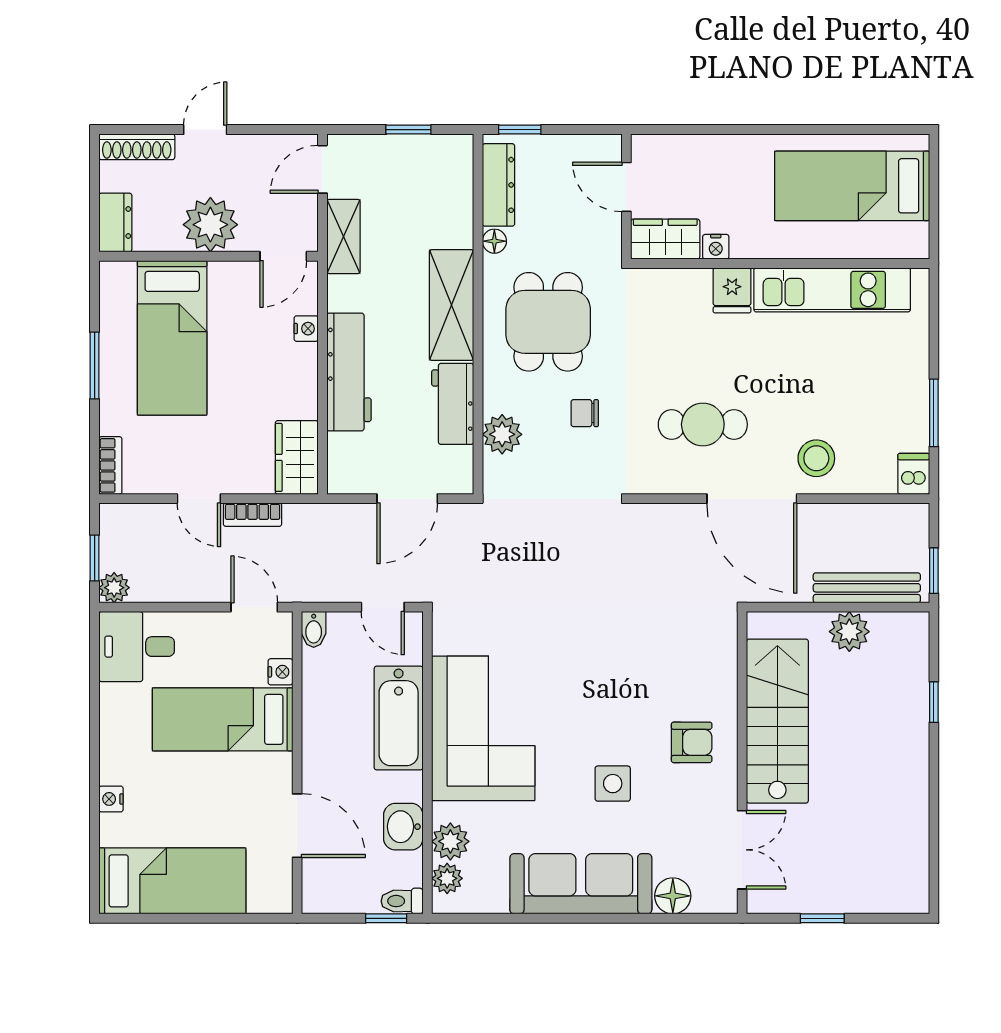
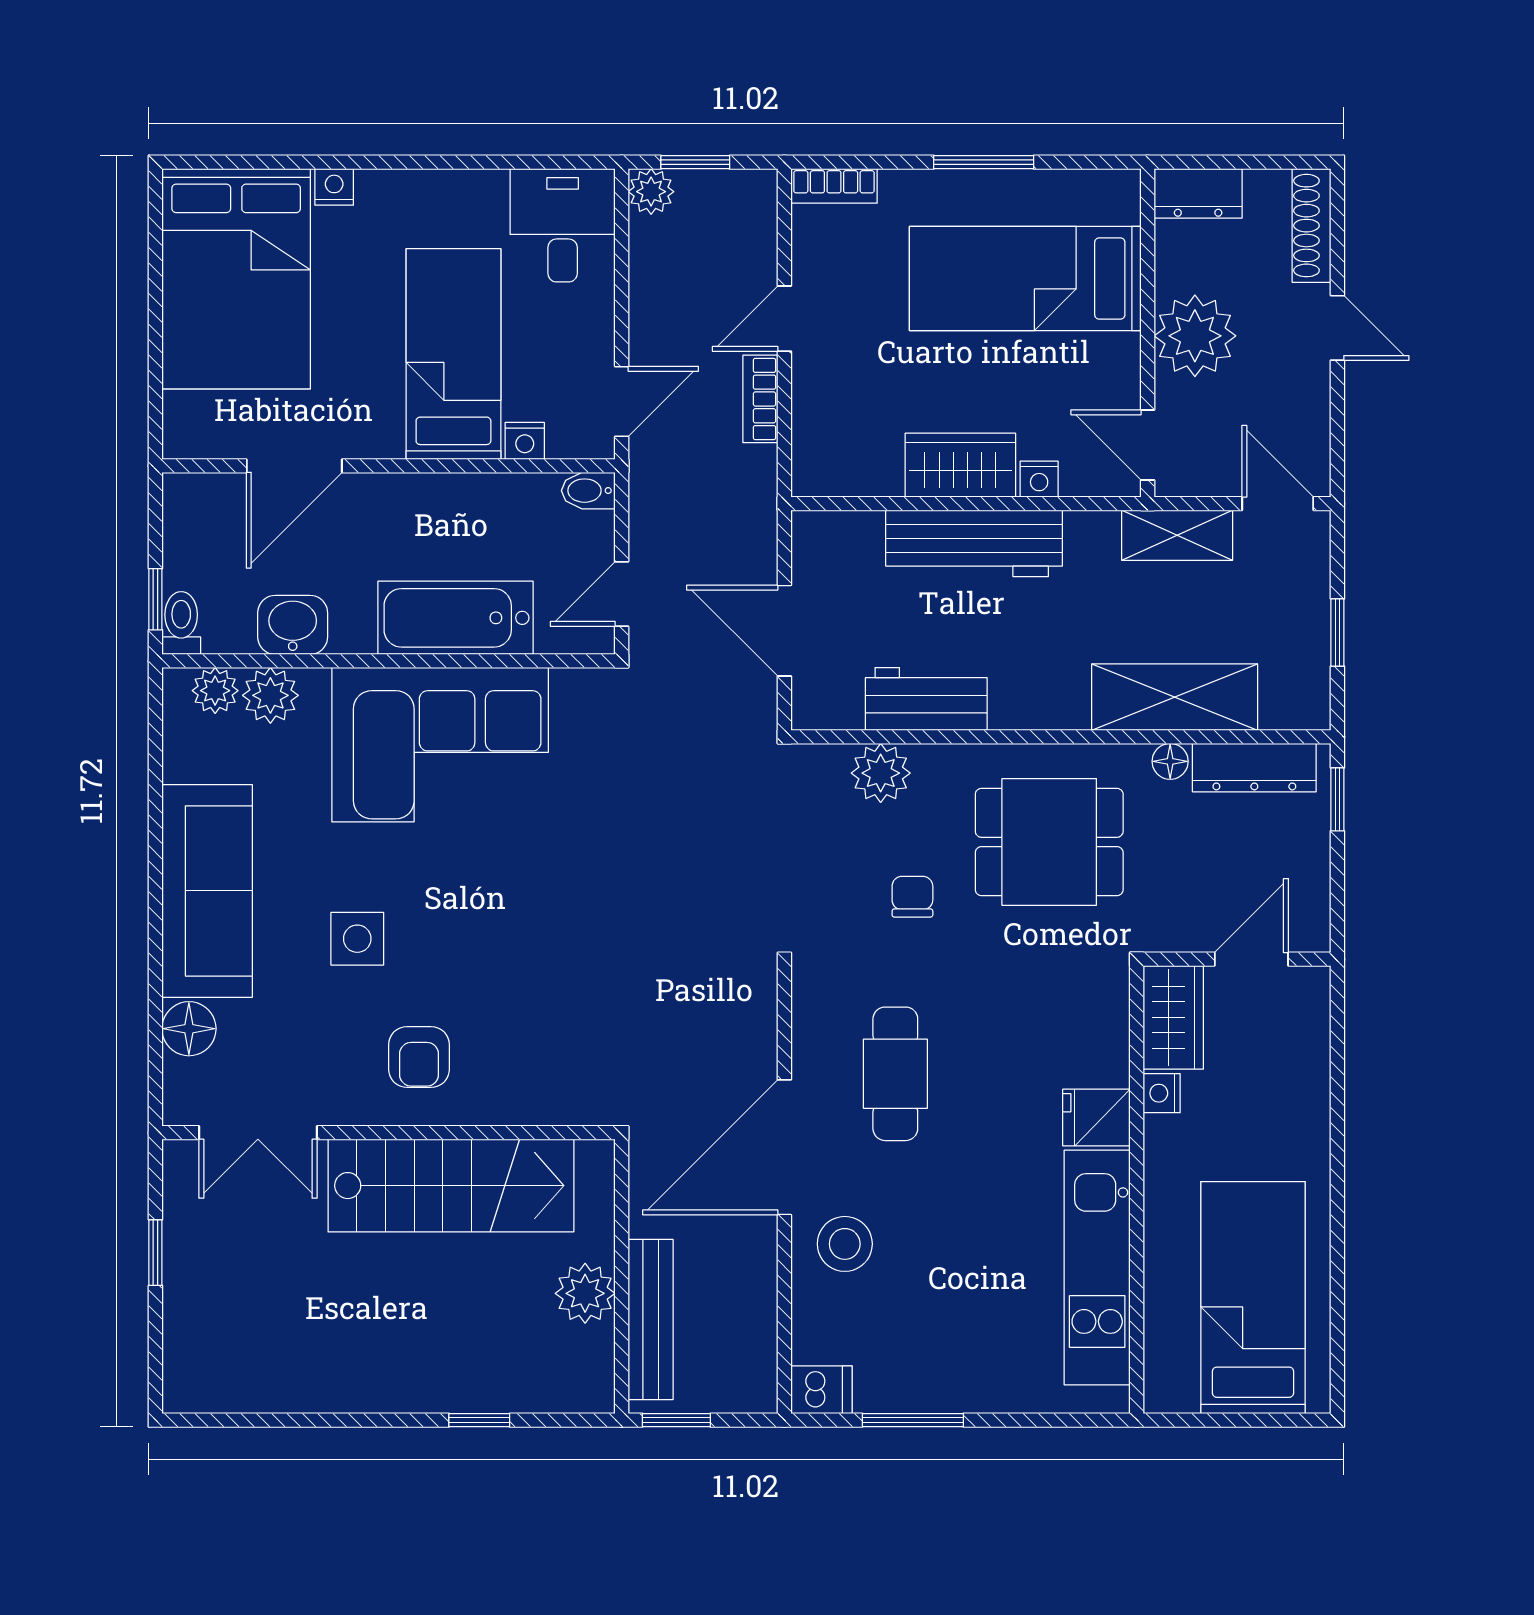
shelving: (452, 305) -> (1175, 697), moved
wardrobe: (297, 457) -> (960, 465), moved
bed: (172, 881) -> (236, 279), width x1.50

